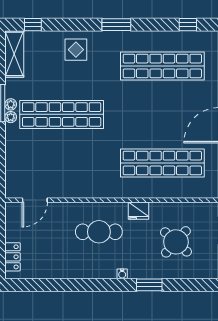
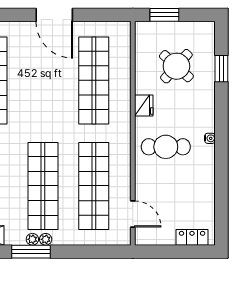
shop shelf: (62, 163) -> (94, 186), added
cafe table: (99, 232) -> (166, 147), turned 90
water cooler: (122, 274) -> (210, 138), moved
window: (149, 285) -> (221, 69), moved

